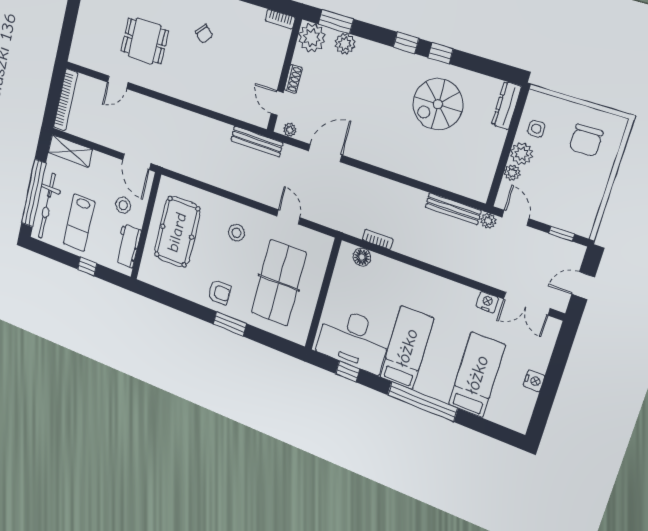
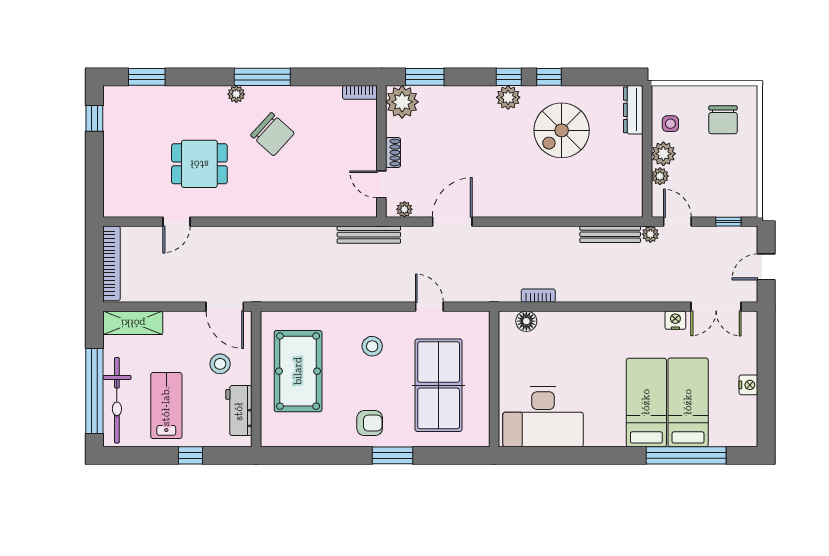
chair: (204, 34) -> (272, 134), width x1.87, depth x1.87
plant: (345, 44) -> (508, 97), moved
lab bench: (79, 223) -> (166, 406), turned 180
bed: (407, 348) -> (646, 402), moved
window: (348, 371) -> (547, 455), removed
window: (422, 401) -> (686, 455), moved

